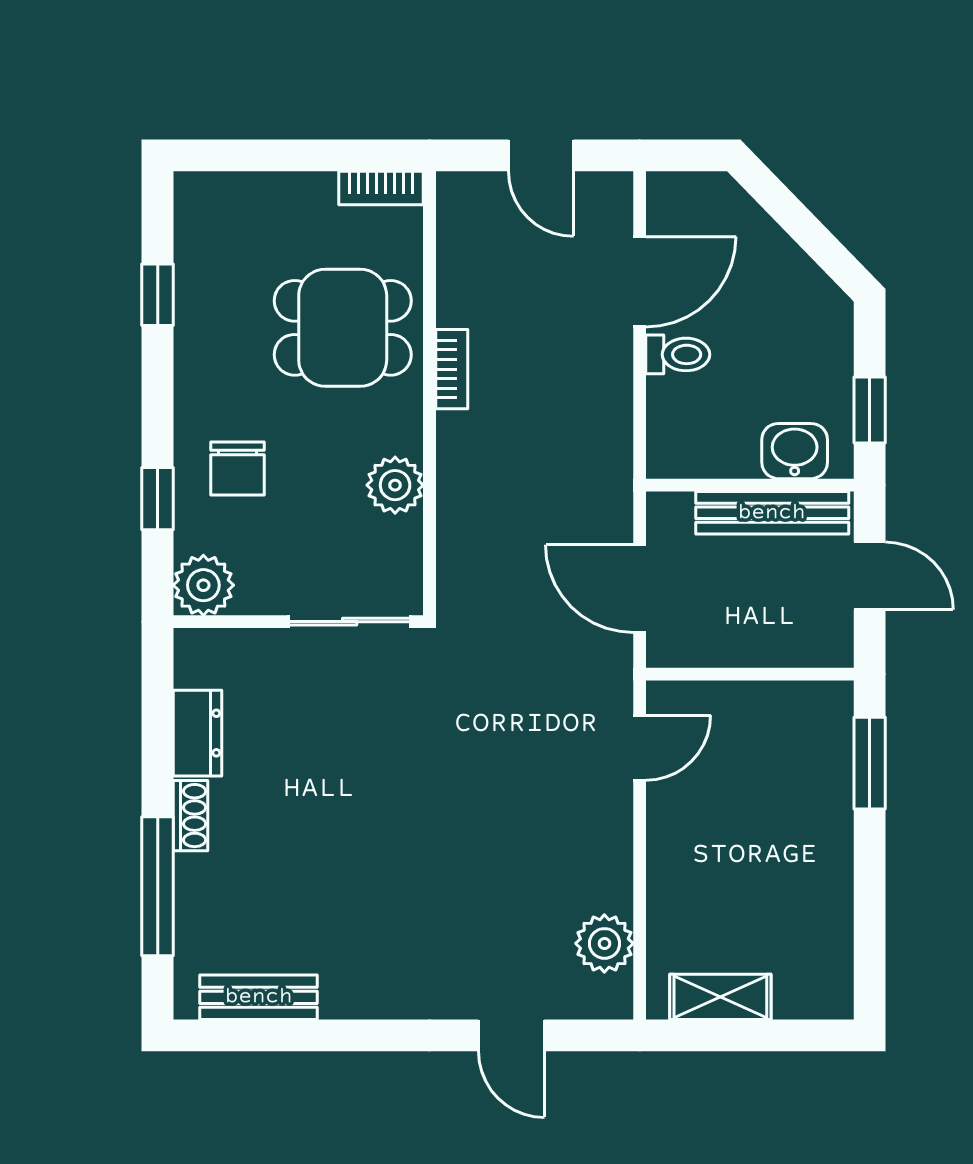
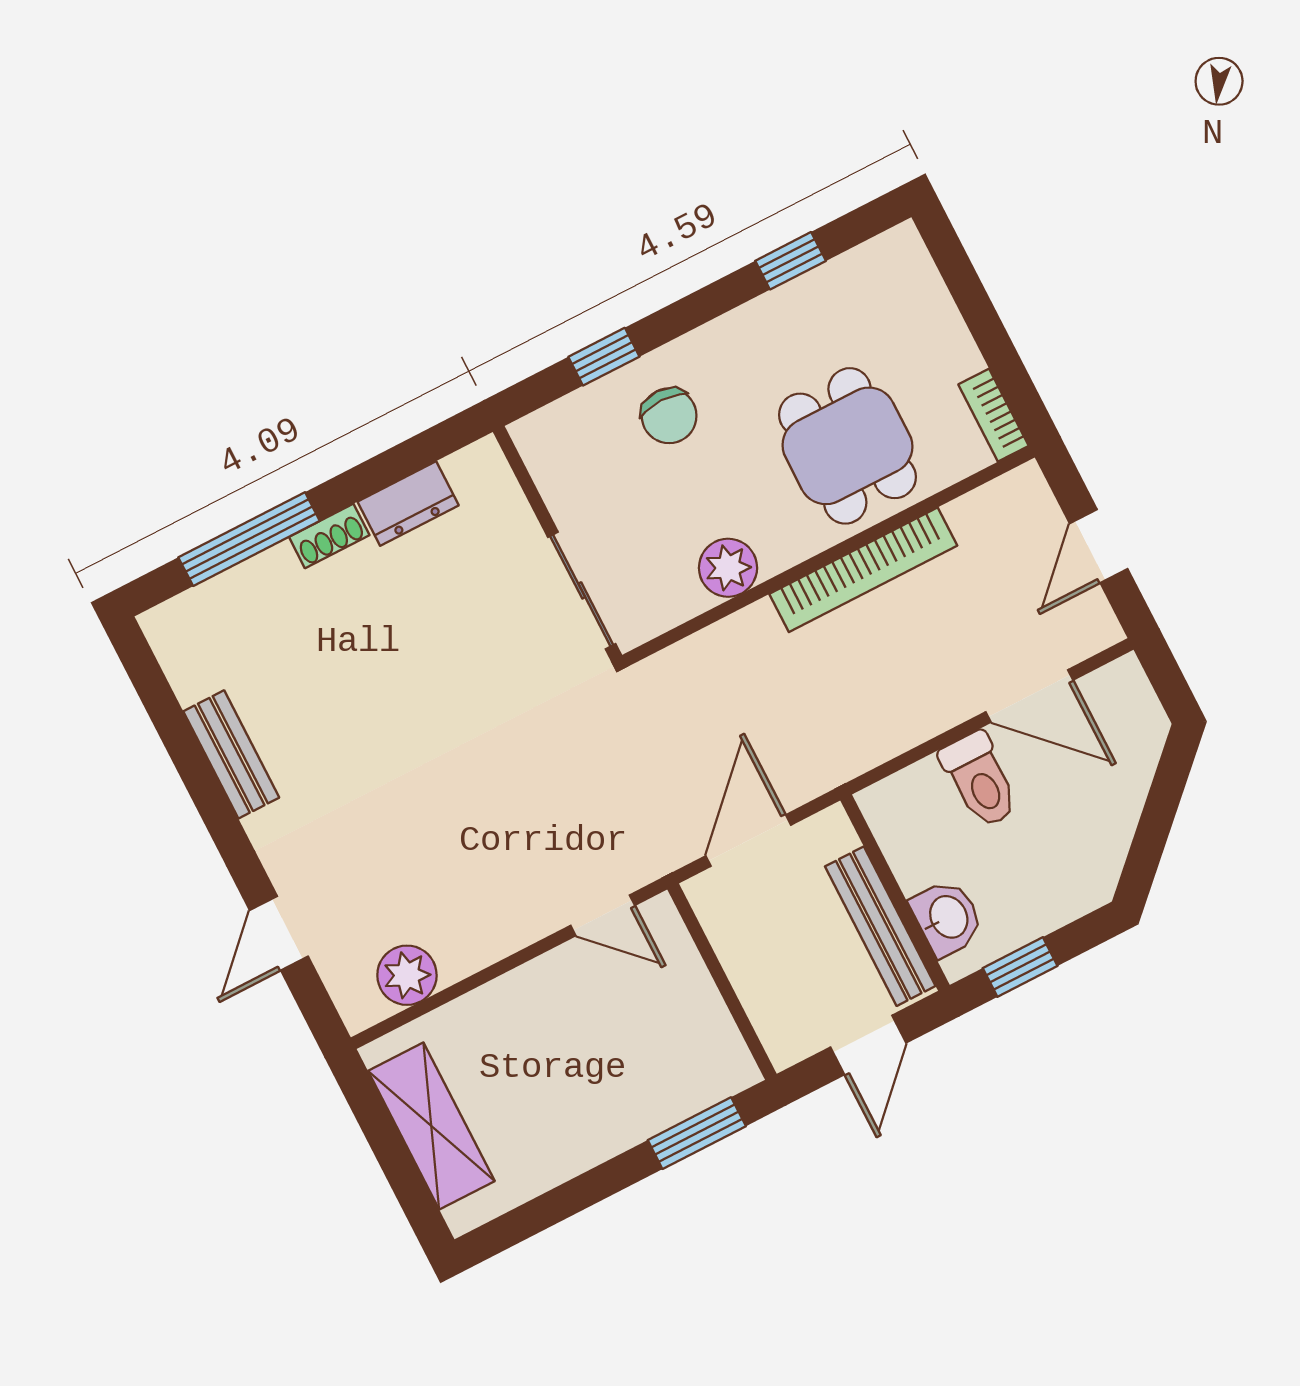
toilet: (678, 354) -> (980, 780), width x1.37, depth x1.39
bookcase: (452, 369) -> (863, 570), width x2.31, depth x1.31
chair: (237, 469) -> (669, 416), turned -90
plant: (203, 585) -> (546, 439), removed
bench: (259, 997) -> (231, 754), moved
shelving: (720, 997) -> (431, 1126), width x1.50, depth x1.33

